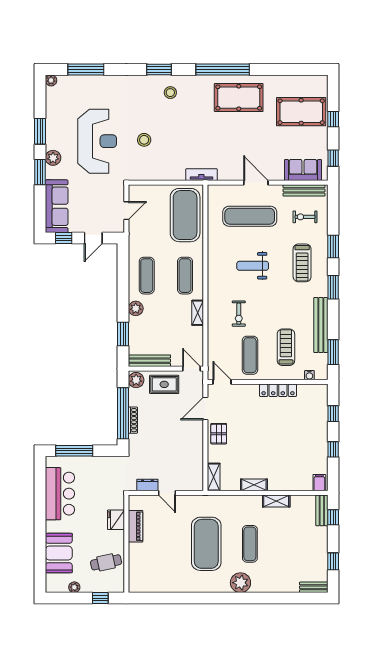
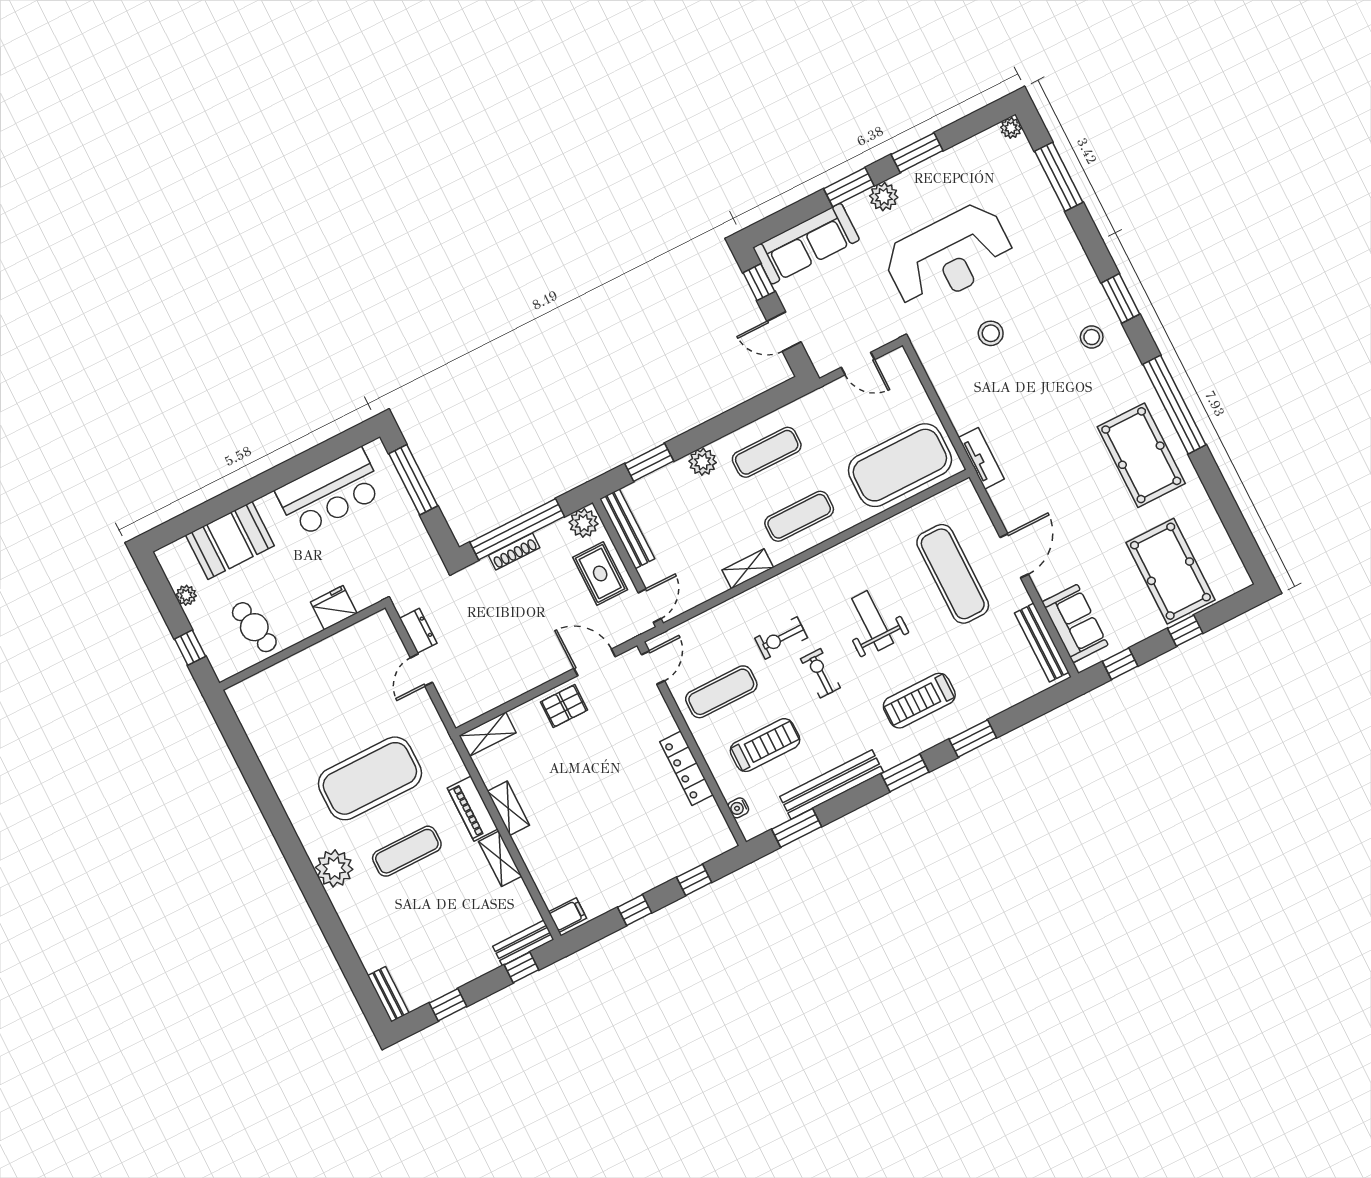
exercise bike: (305, 217) -> (820, 673), moved
piano: (136, 526) -> (473, 809), moved, turned 90

